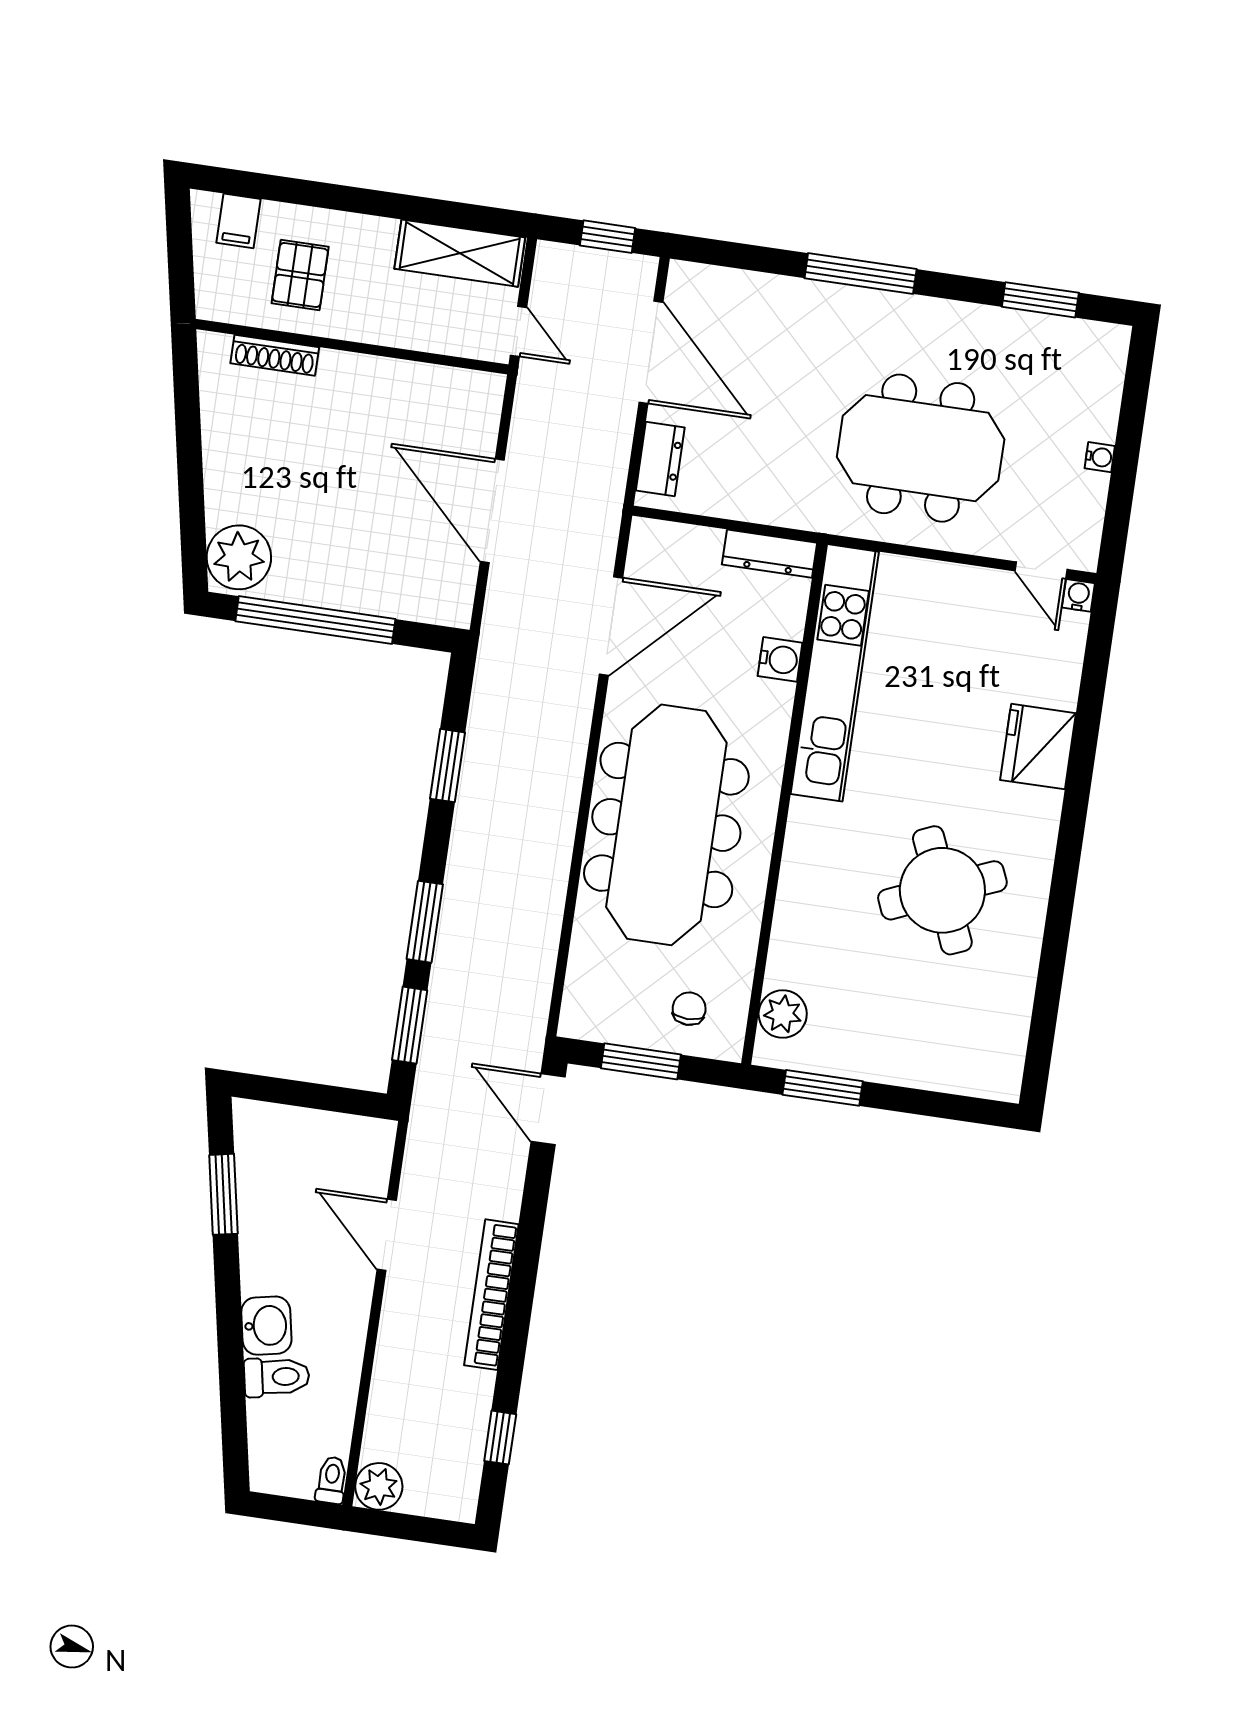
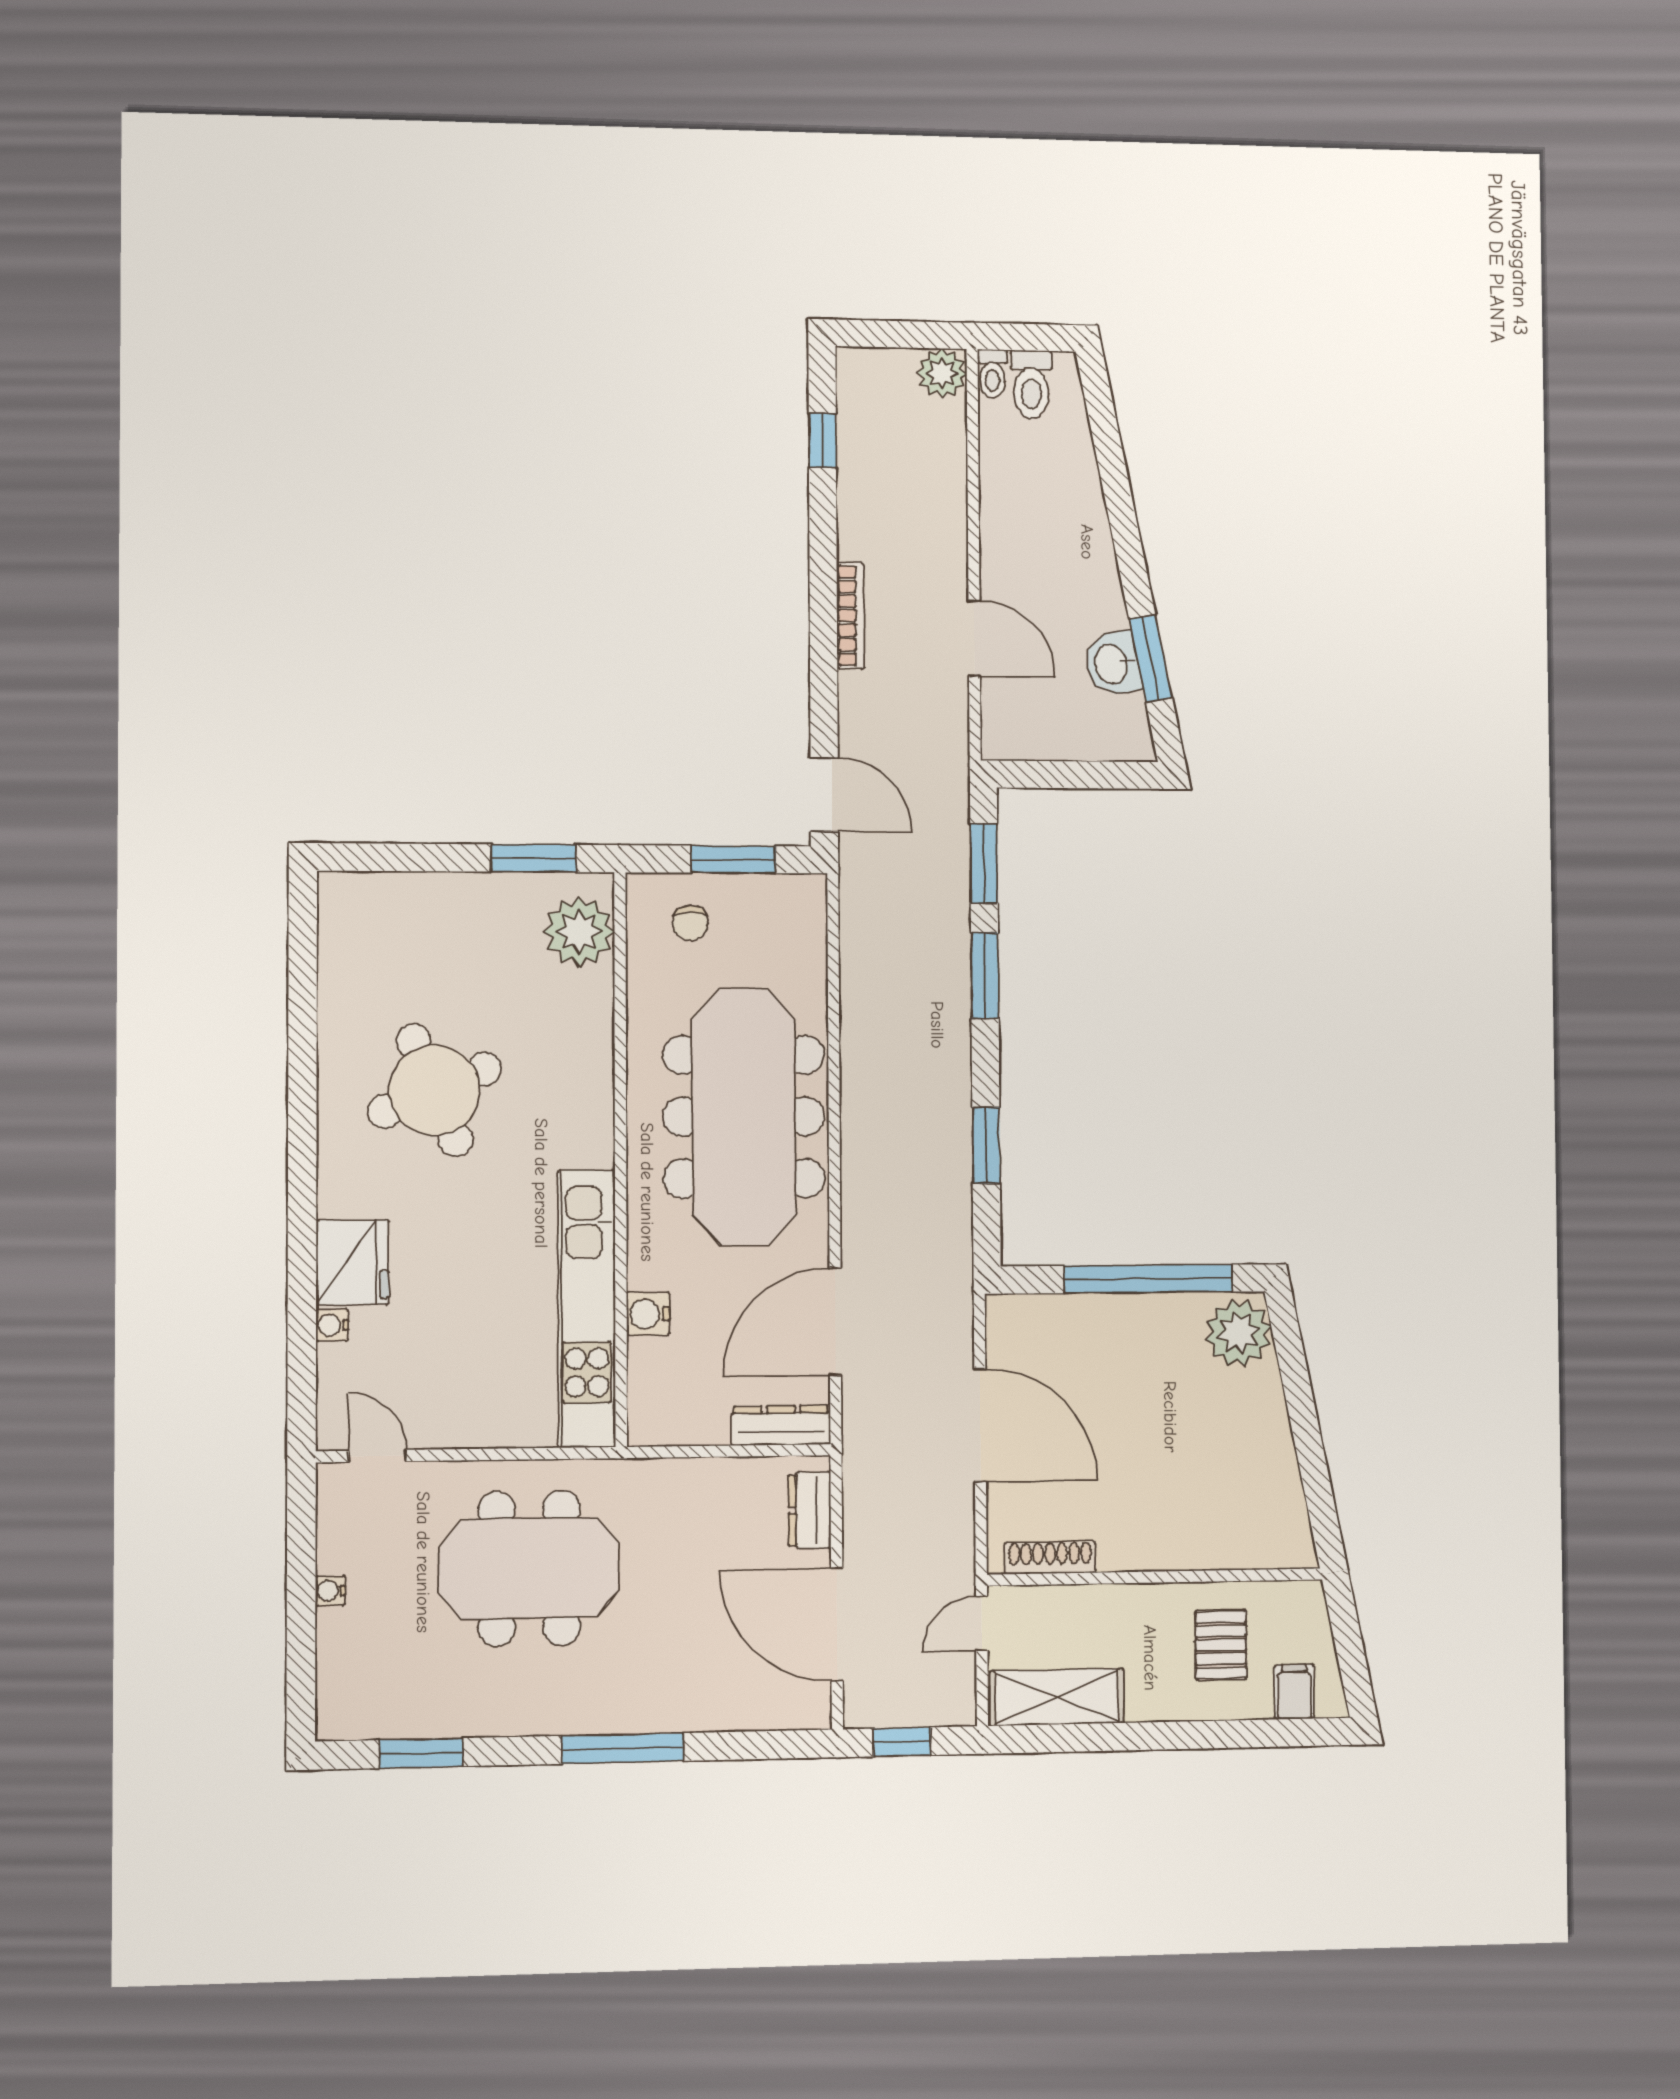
door: (518, 331) -> (982, 1623), hinge flipped
shoe rack: (275, 355) -> (1050, 1558), moved
dresser: (770, 554) -> (781, 1425), moved
water cooler: (1078, 595) -> (332, 1325), moved, turned 90
plant: (783, 1014) -> (579, 932), width x1.36, depth x1.36
bookcase: (491, 1295) -> (850, 616), width x0.68, depth x0.76
washbasin: (266, 1326) -> (1112, 664), moved
toilet: (277, 1377) -> (1031, 384), moved, turned -79

